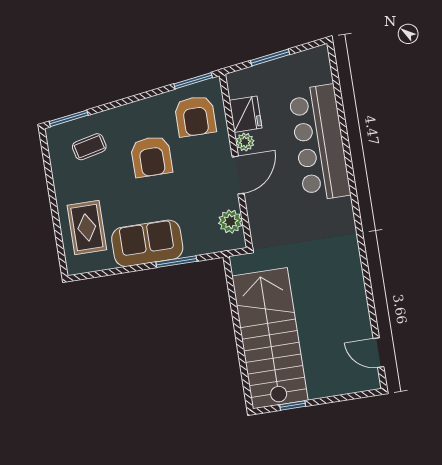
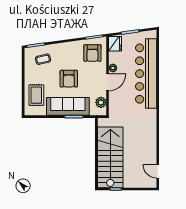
fridge: (246, 114) -> (115, 44), moved
bar counter: (320, 143) -> (146, 74), width x1.36
armchair: (151, 157) -> (69, 79), moved
sofa: (147, 243) -> (68, 106), width x1.36

